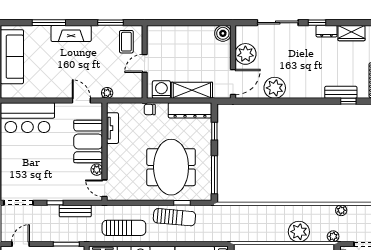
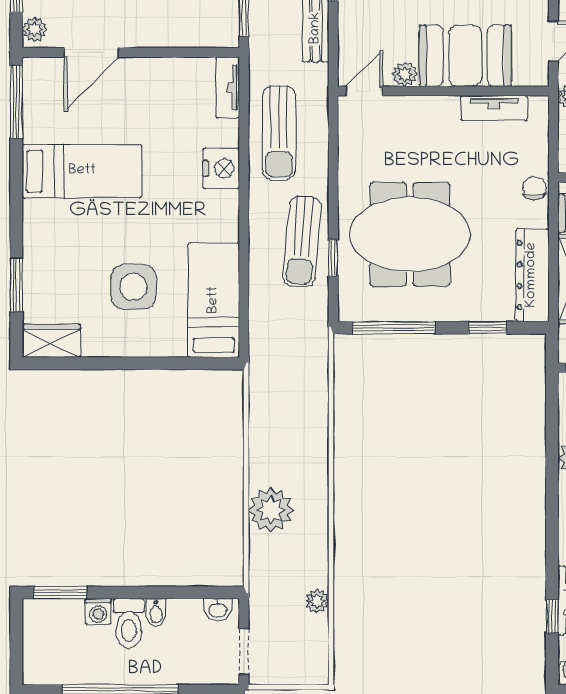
plant: (333, 236) -> (261, 584), removed

